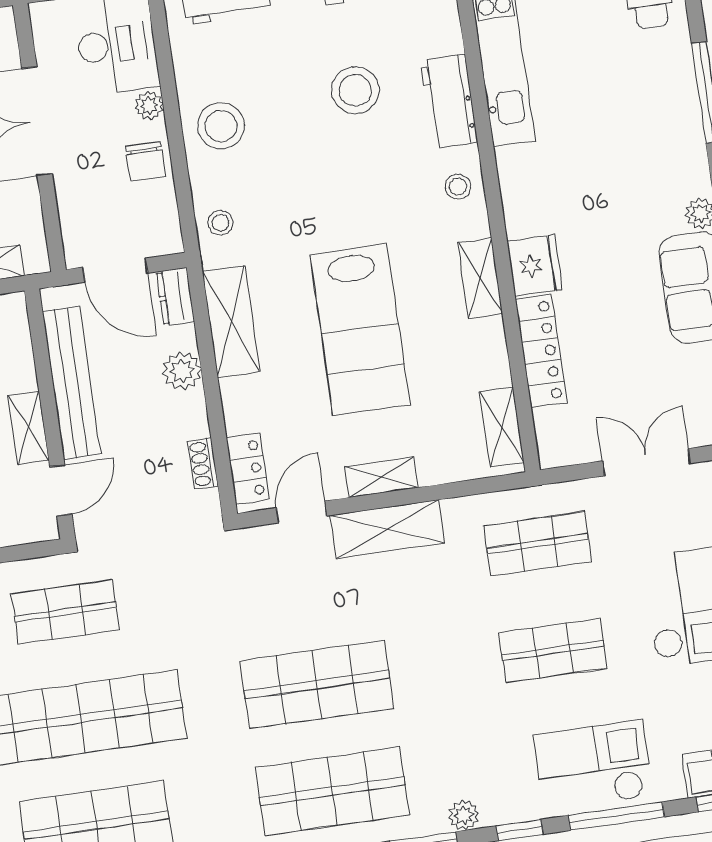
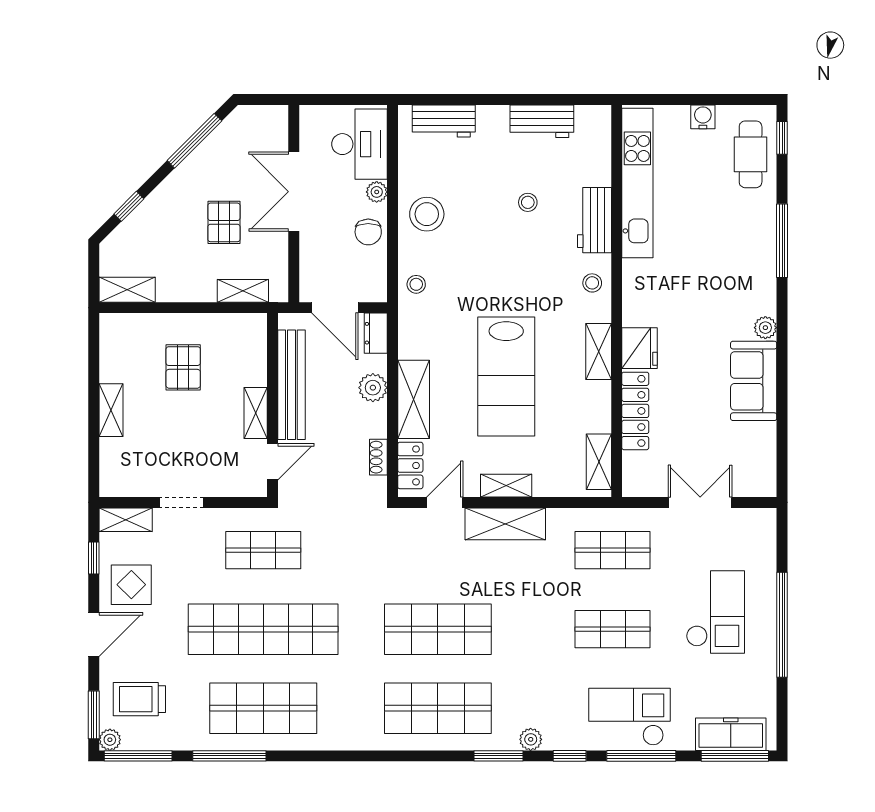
stool: (355, 90) -> (528, 202), width x0.53, depth x0.53
shelving: (231, 322) -> (414, 399), moved

